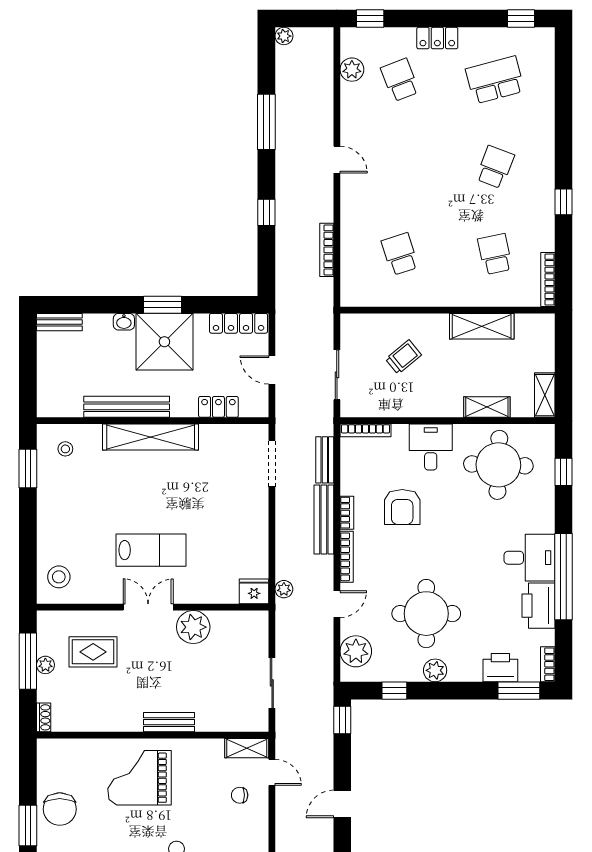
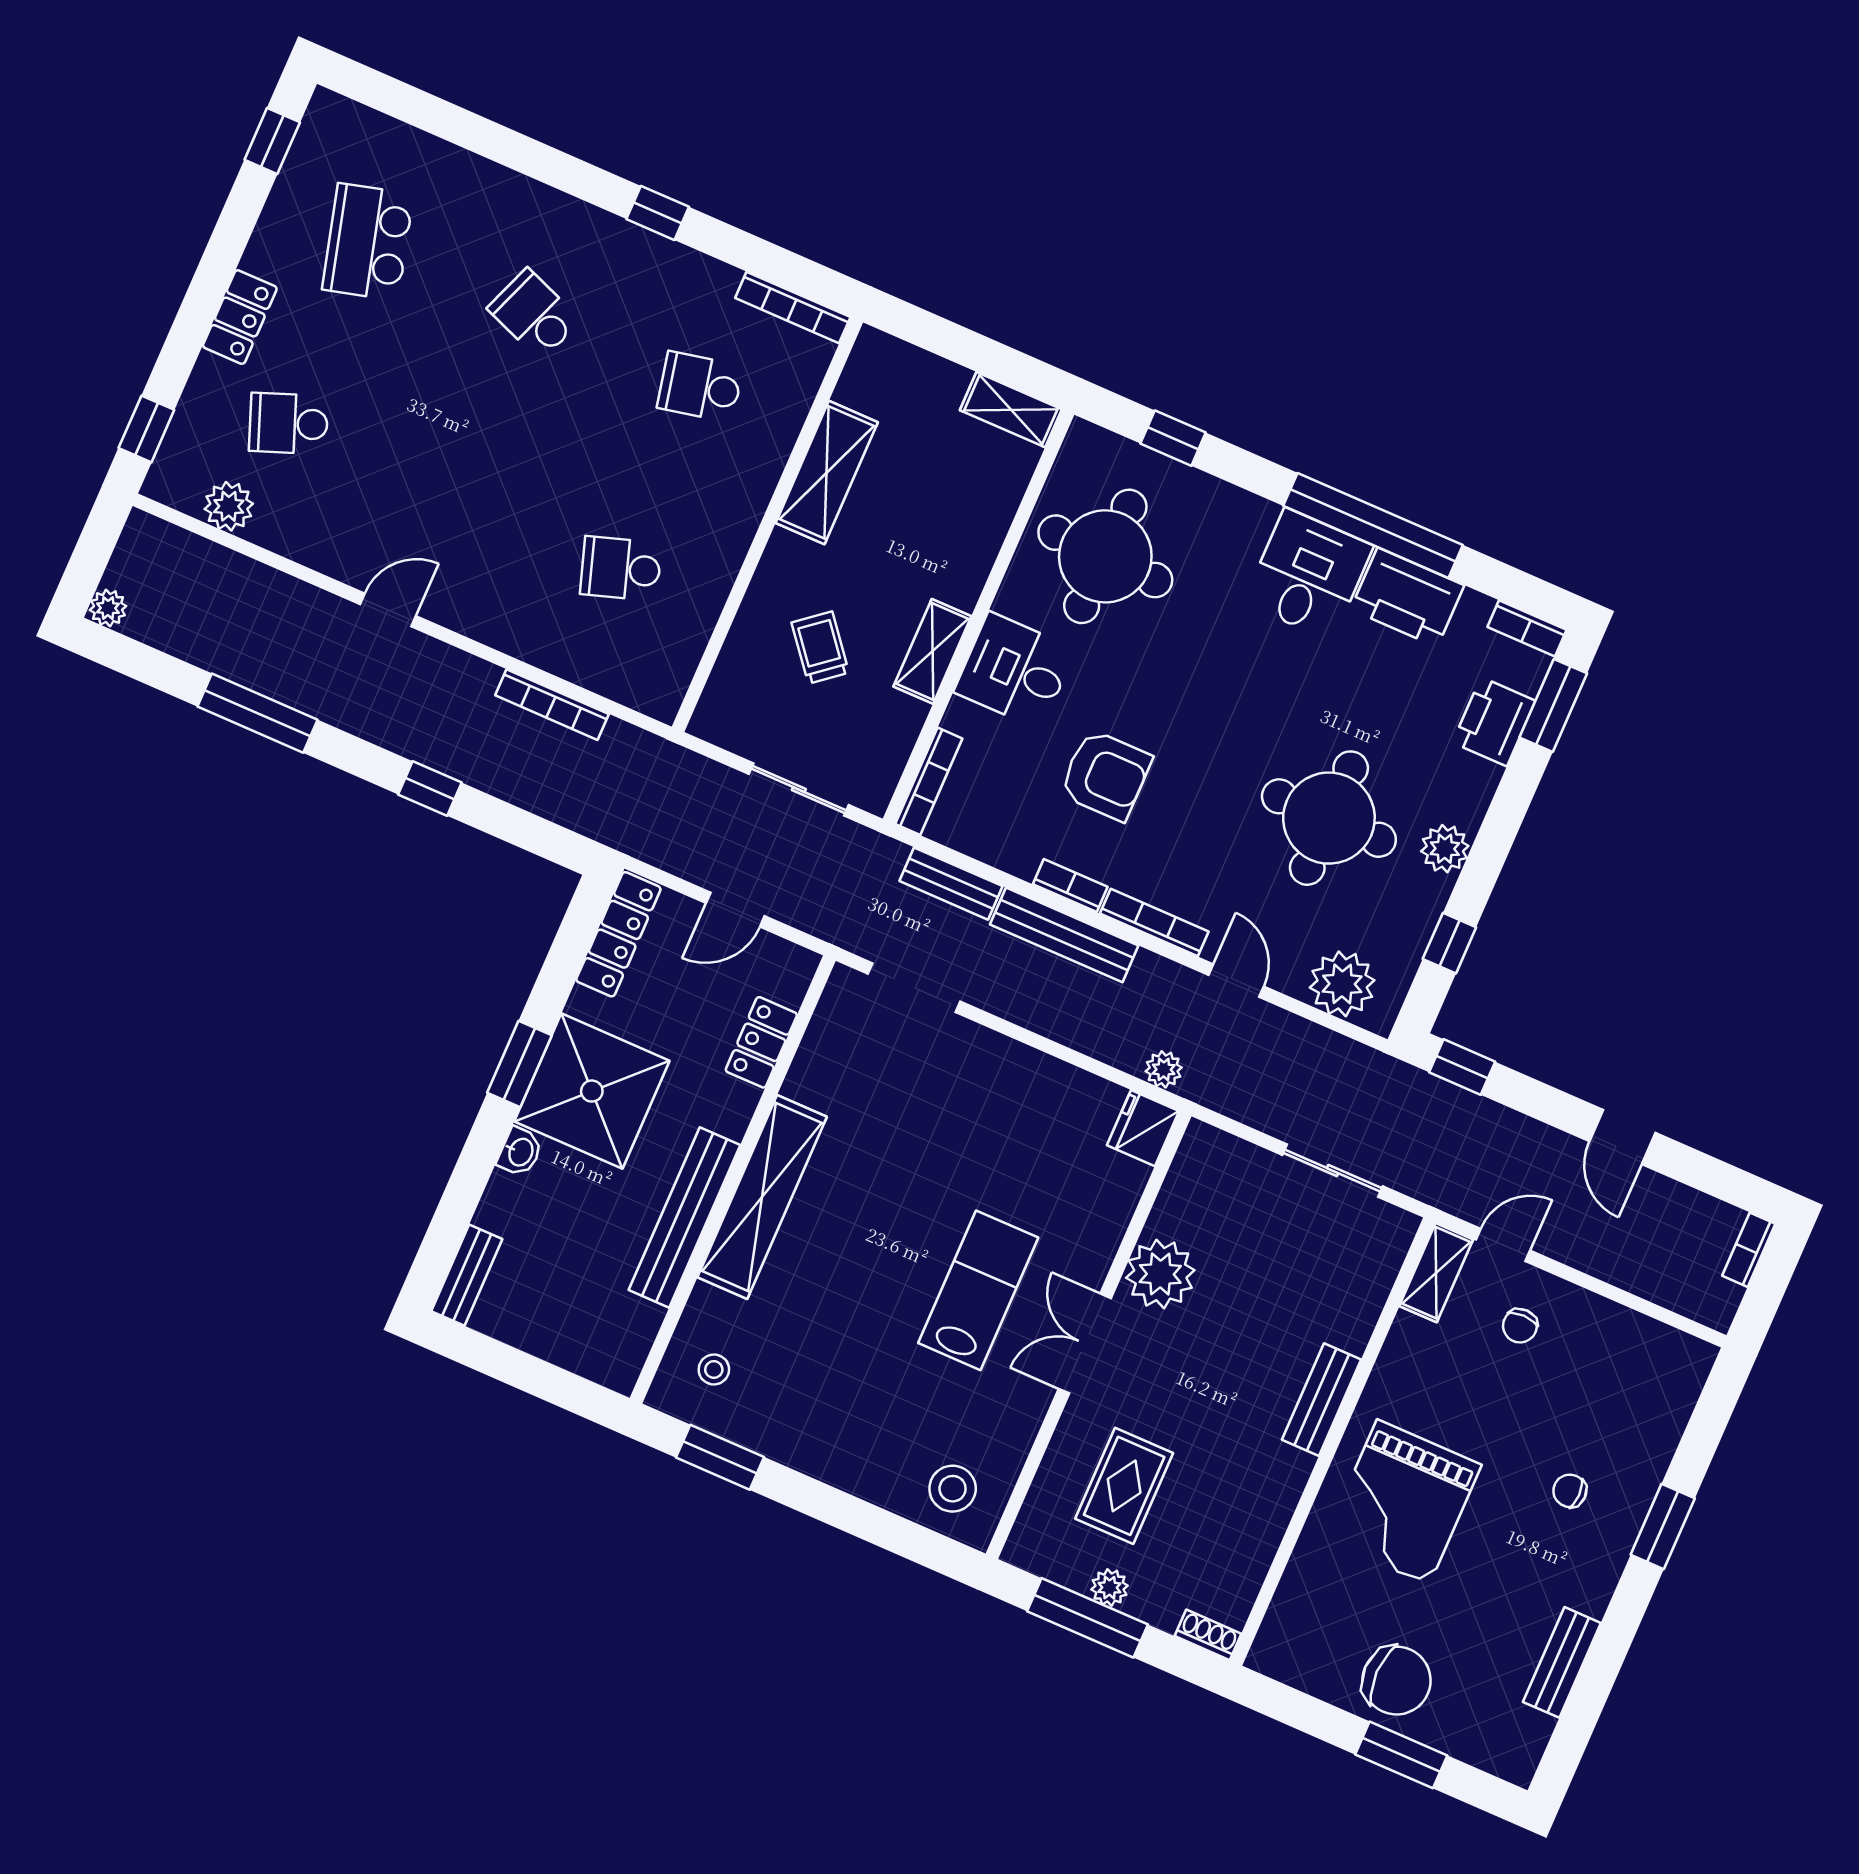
shelving: (487, 407) -> (932, 651), moved

